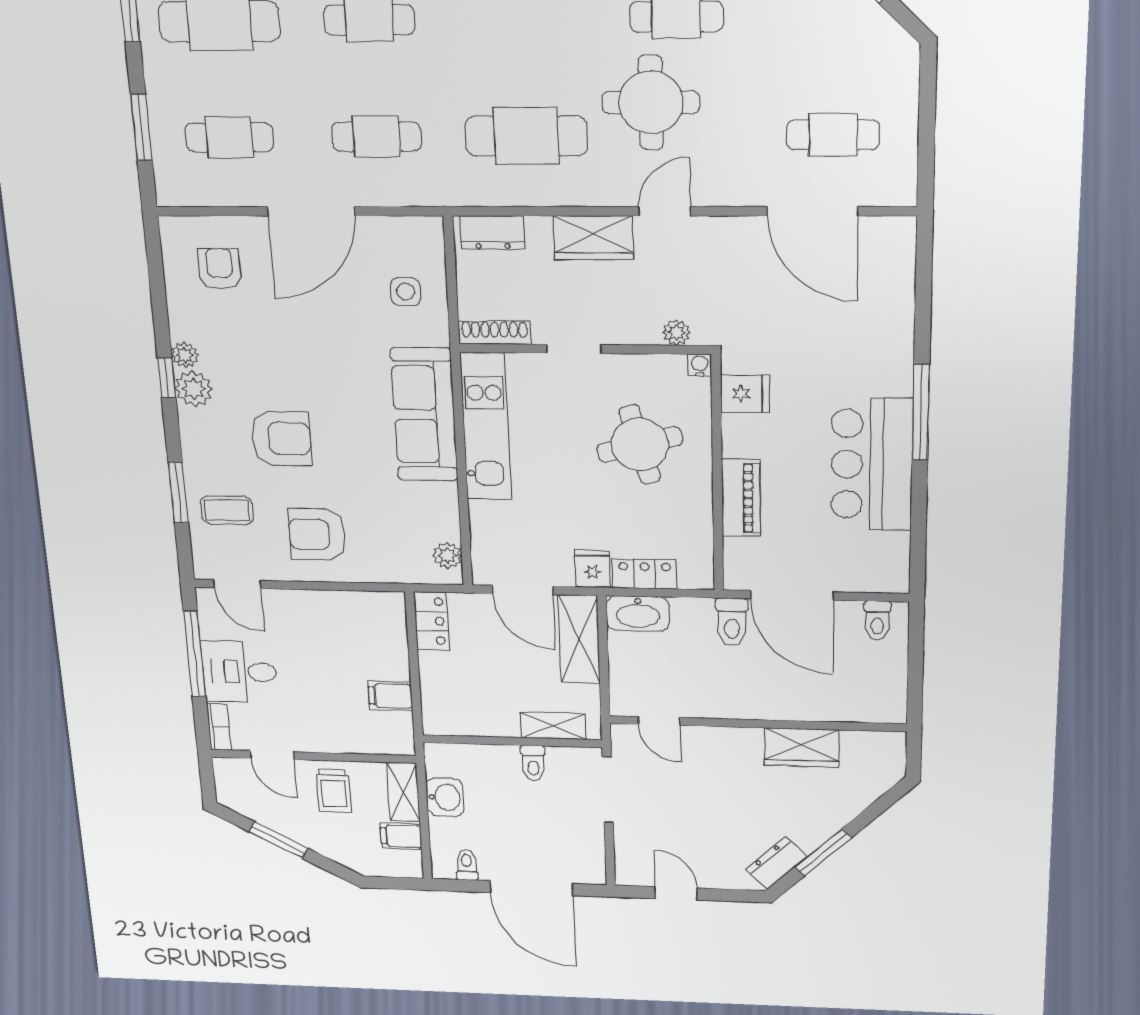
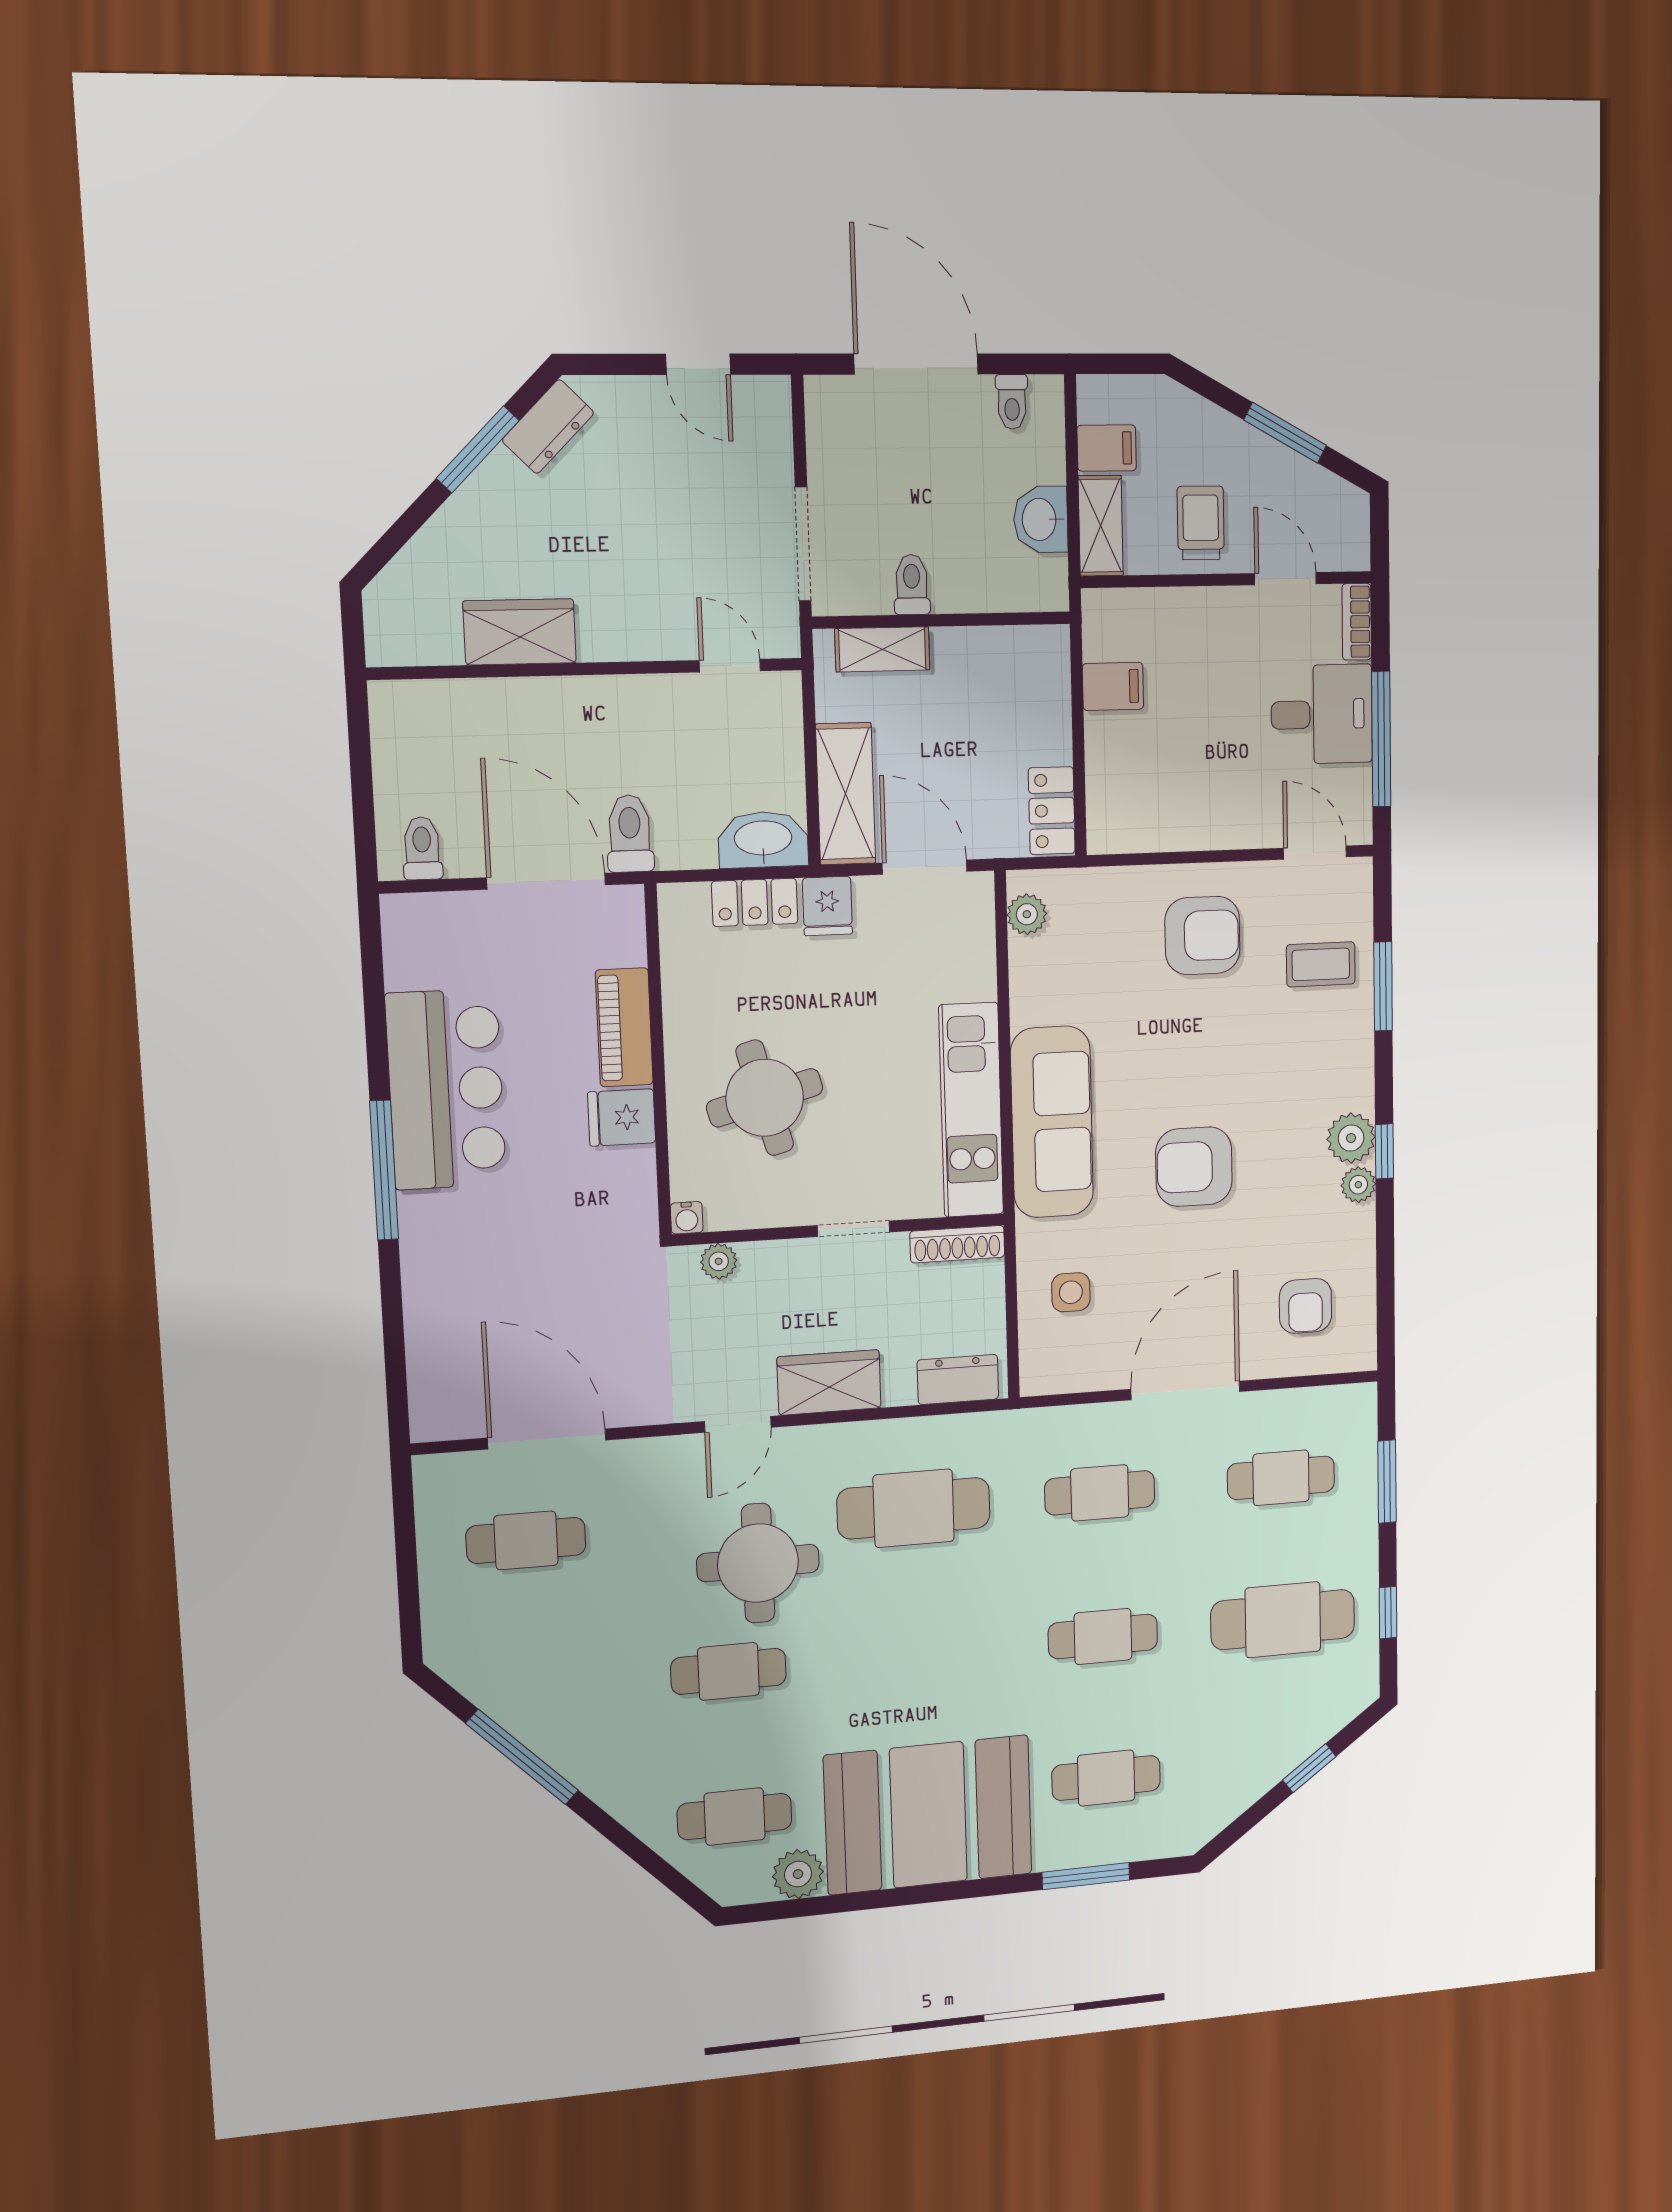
fridge: (745, 394) -> (622, 1117), moved
armchair: (281, 438) -> (1194, 1167), moved

